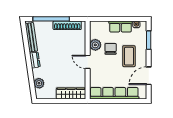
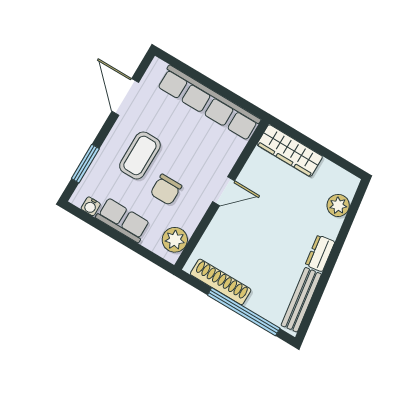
plant: (95, 45) -> (175, 240), moved
door: (88, 62) -> (224, 191), hinge flipped
door: (149, 76) -> (125, 97), swing flipped

